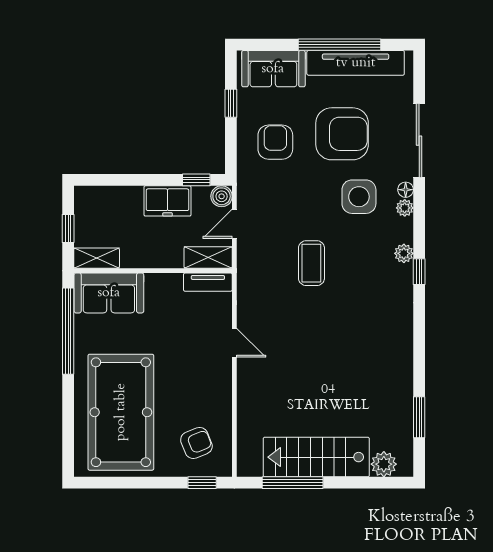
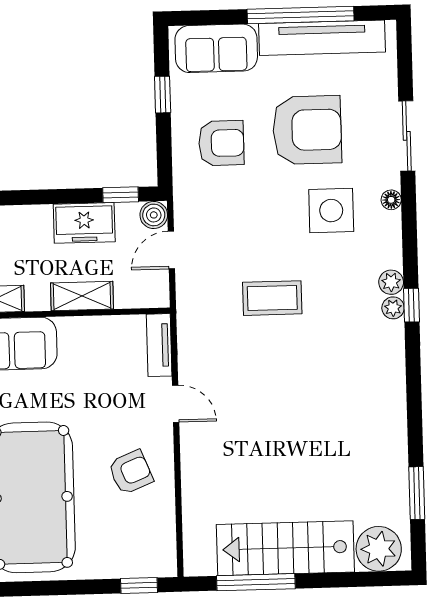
sliding door: (419, 141) -> (407, 136), width x0.73
armchair: (275, 142) -> (221, 143), turned 90
plant: (405, 208) -> (393, 308), moved
shelving: (208, 257) -> (82, 296), moved
coffee table: (311, 263) -> (272, 298), turned 90
tv unit: (208, 282) -> (159, 345), moved, turned 90
armchair: (196, 443) -> (131, 472), moved
plant: (384, 464) -> (379, 549), width x1.36, depth x1.36

